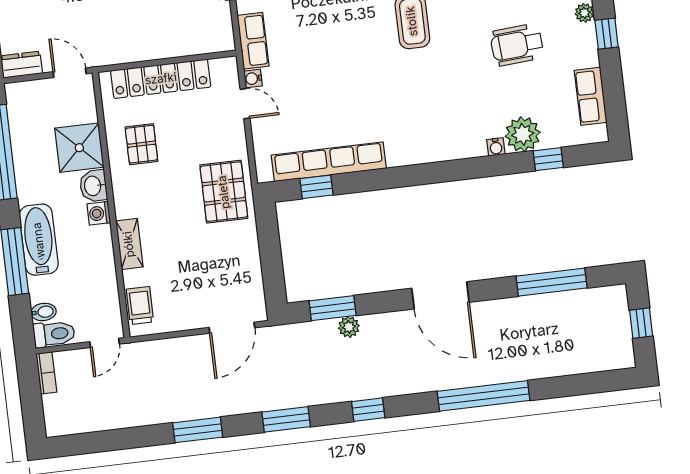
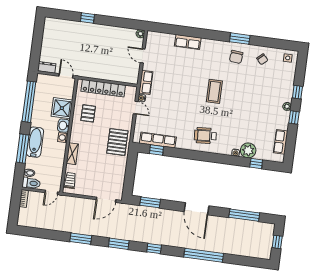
wheelchair: (517, 45) -> (205, 136), moved
row of seats: (329, 162) -> (158, 140), width x0.73
plant: (349, 327) -> (155, 212), removed

